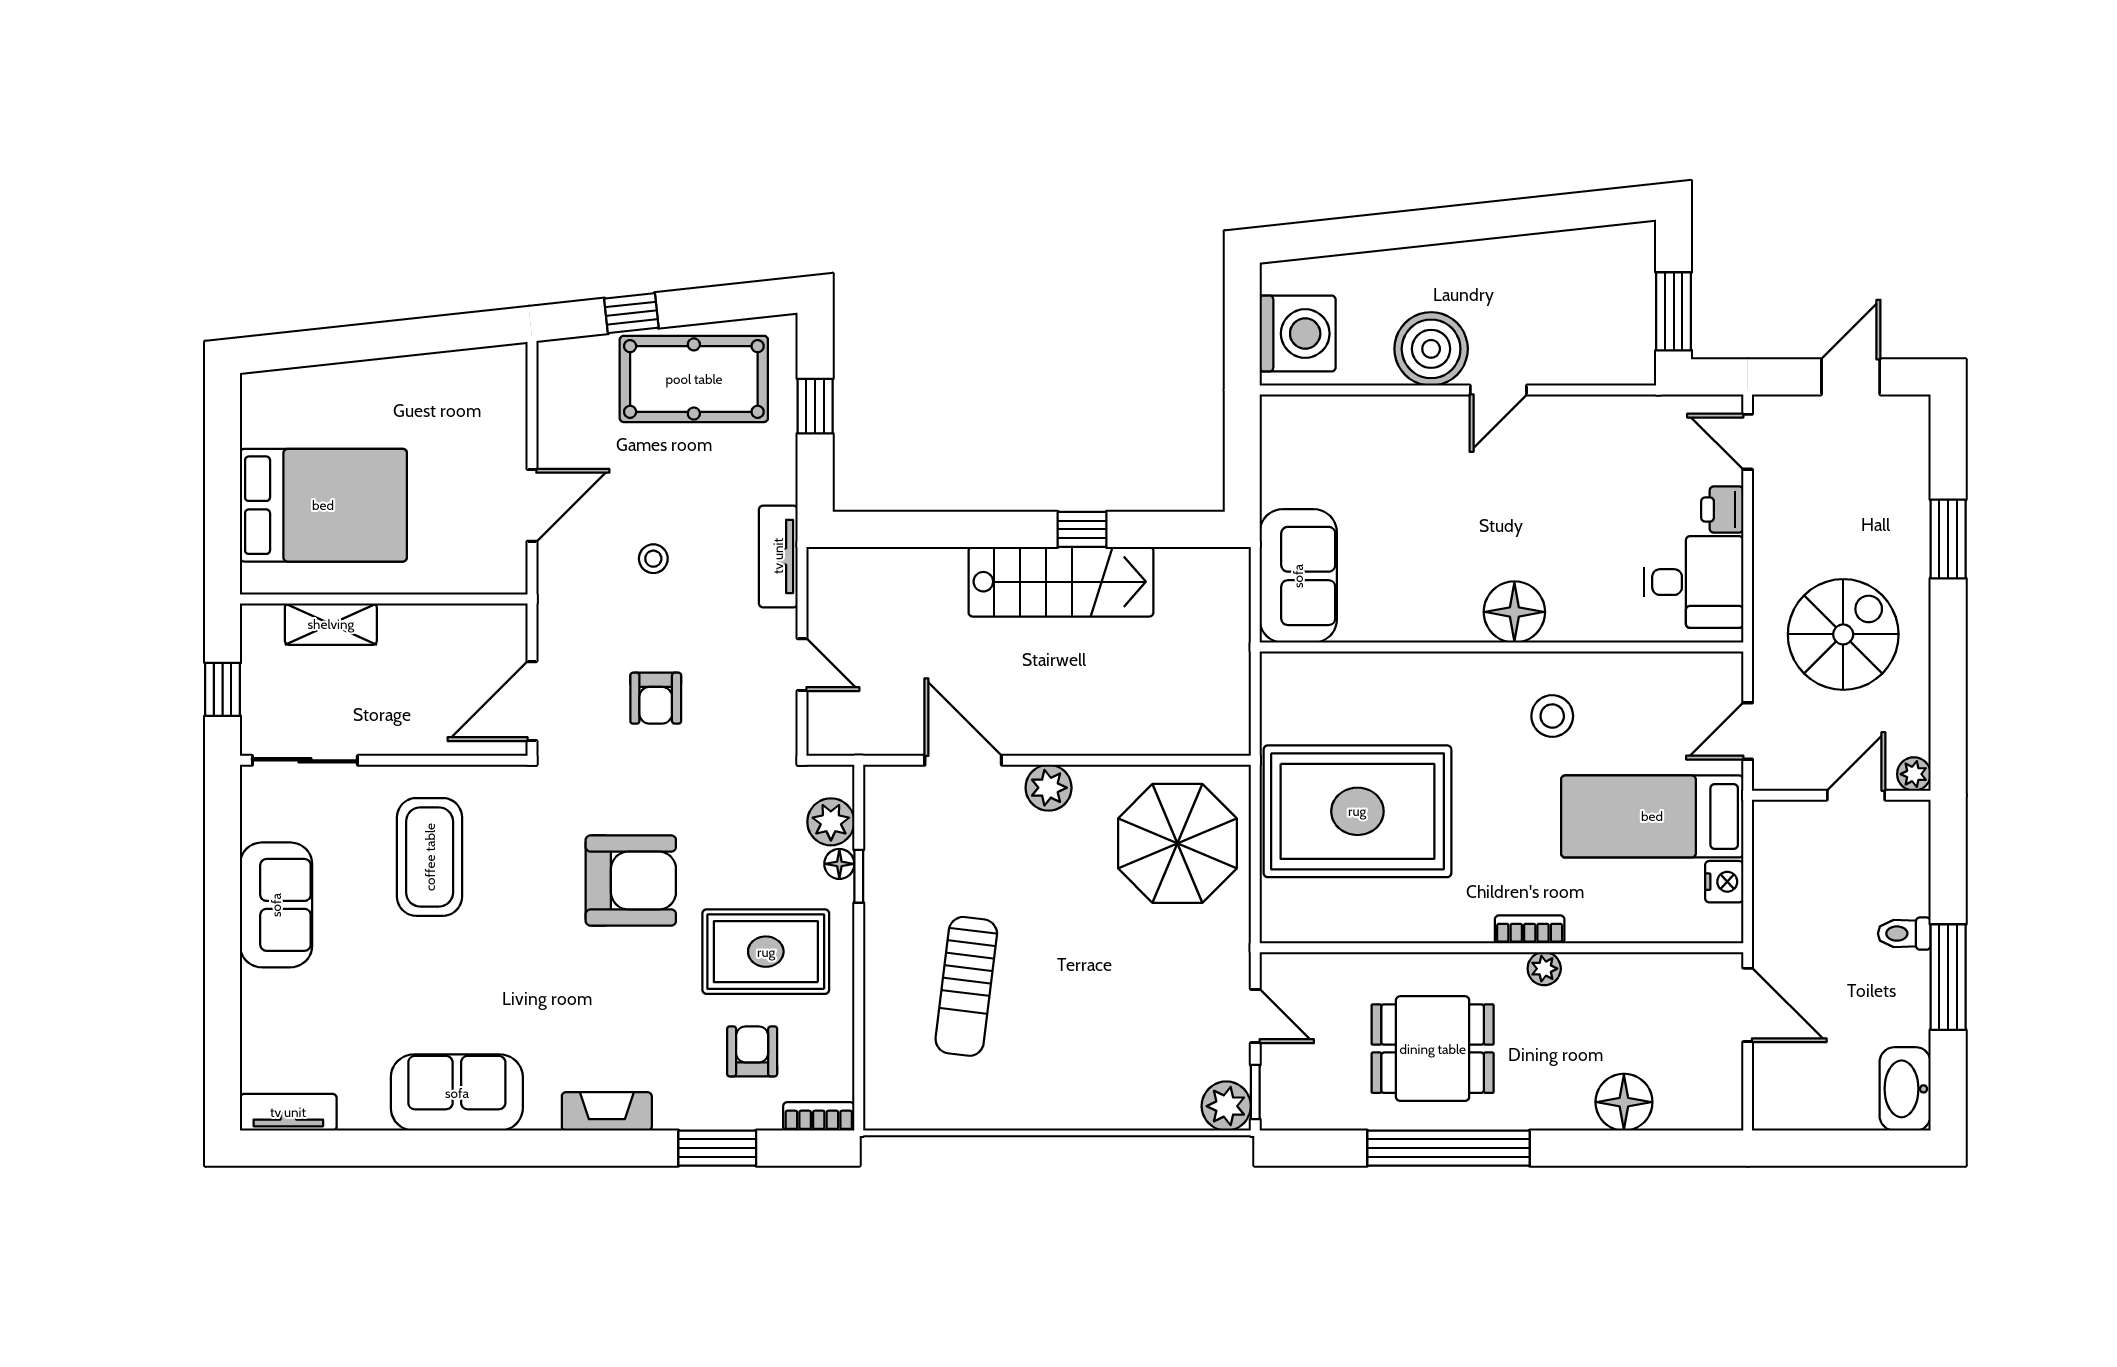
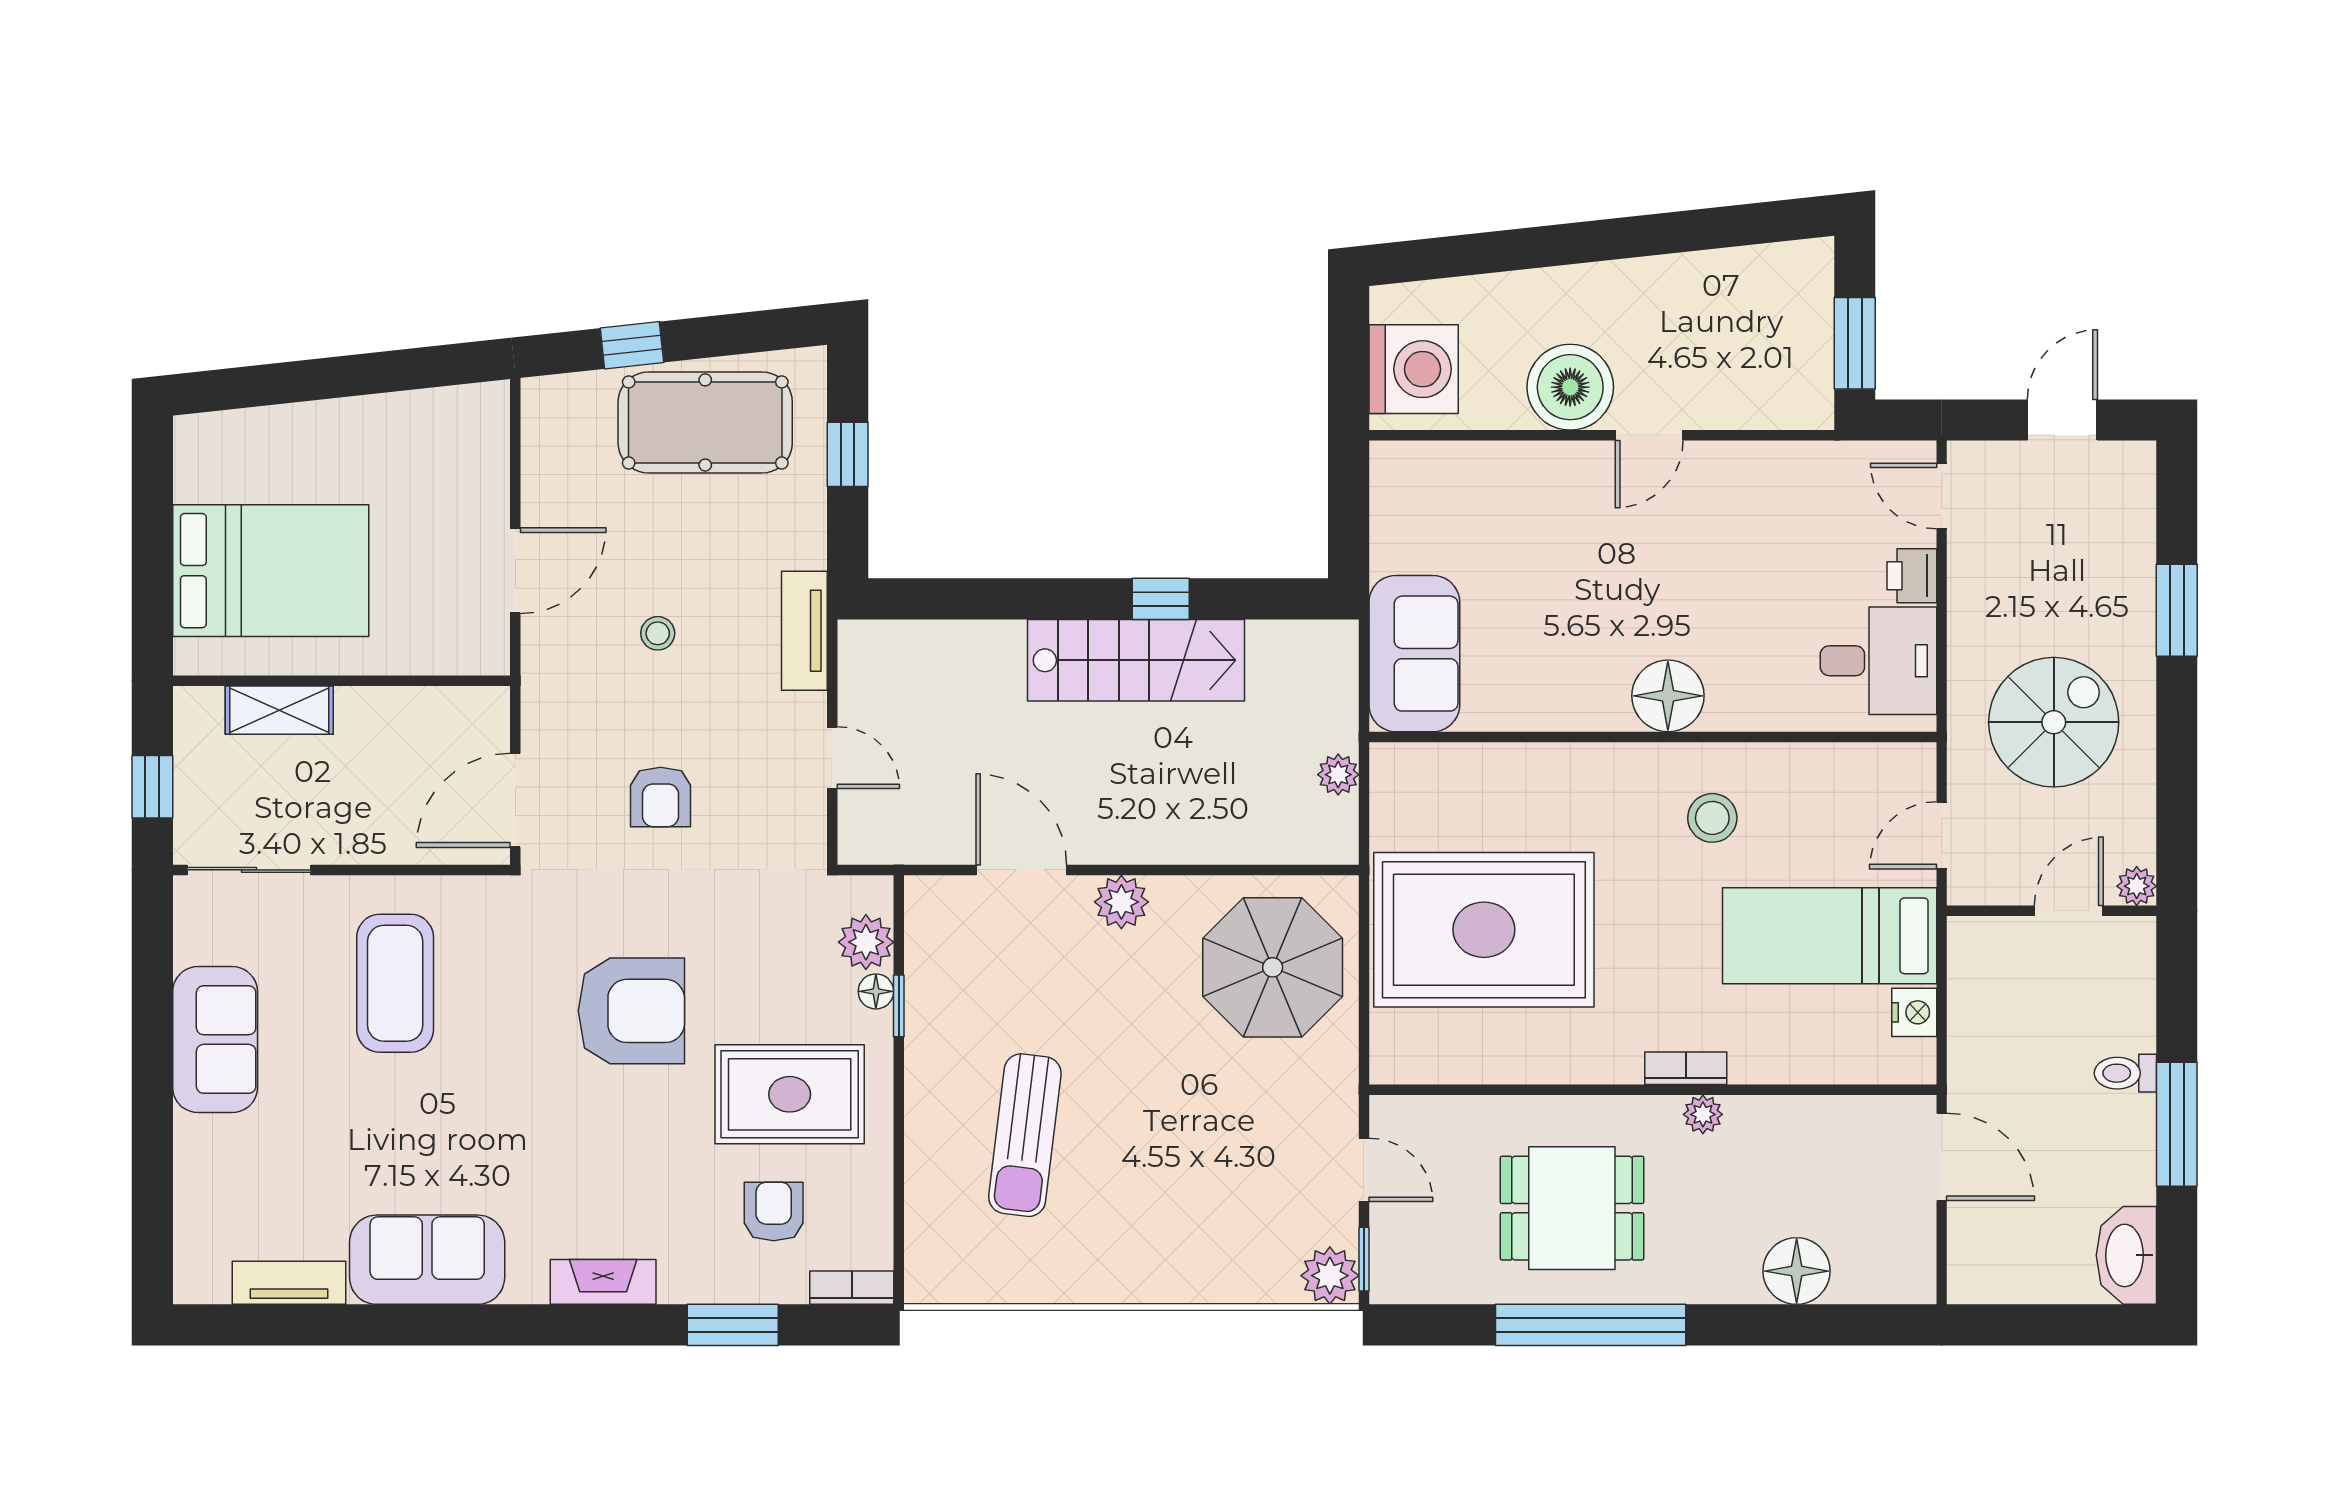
plant: (1233, 679) -> (1338, 775), added
tv unit: (288, 1112) -> (289, 1283), moved

